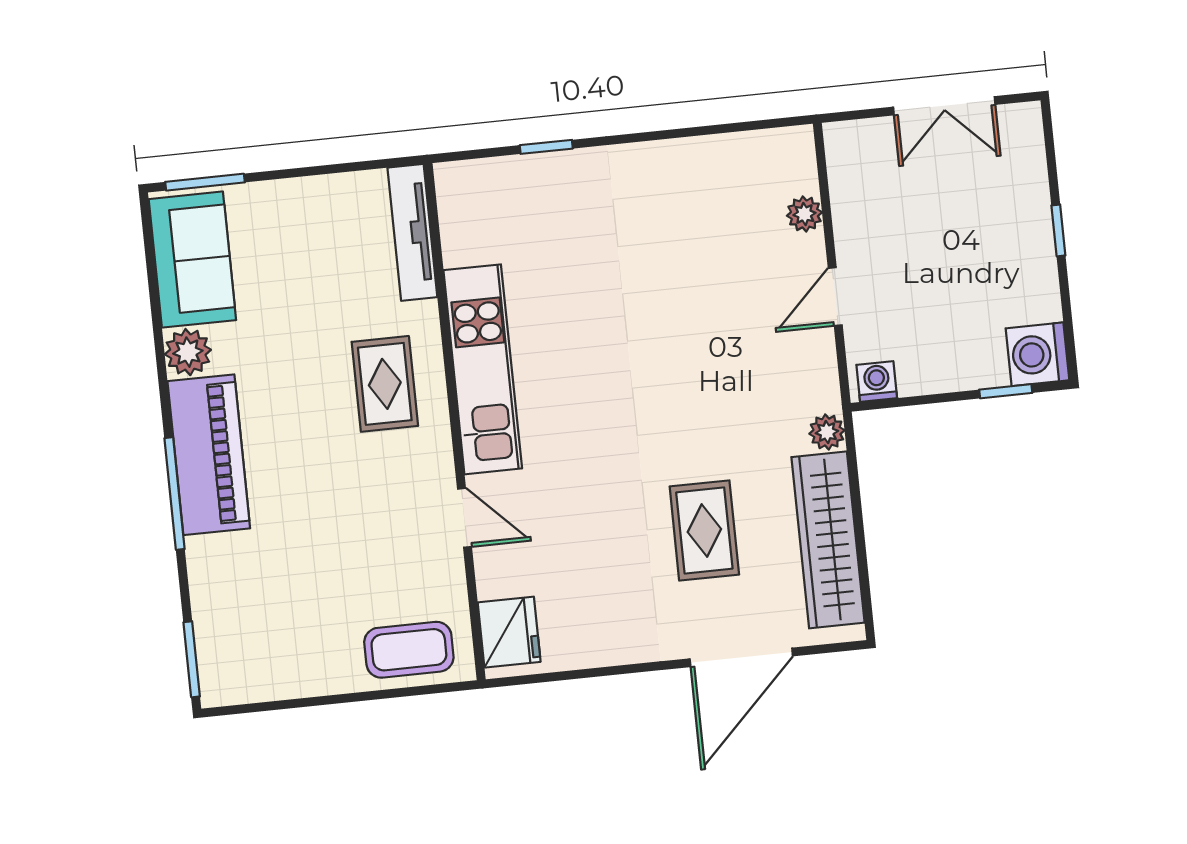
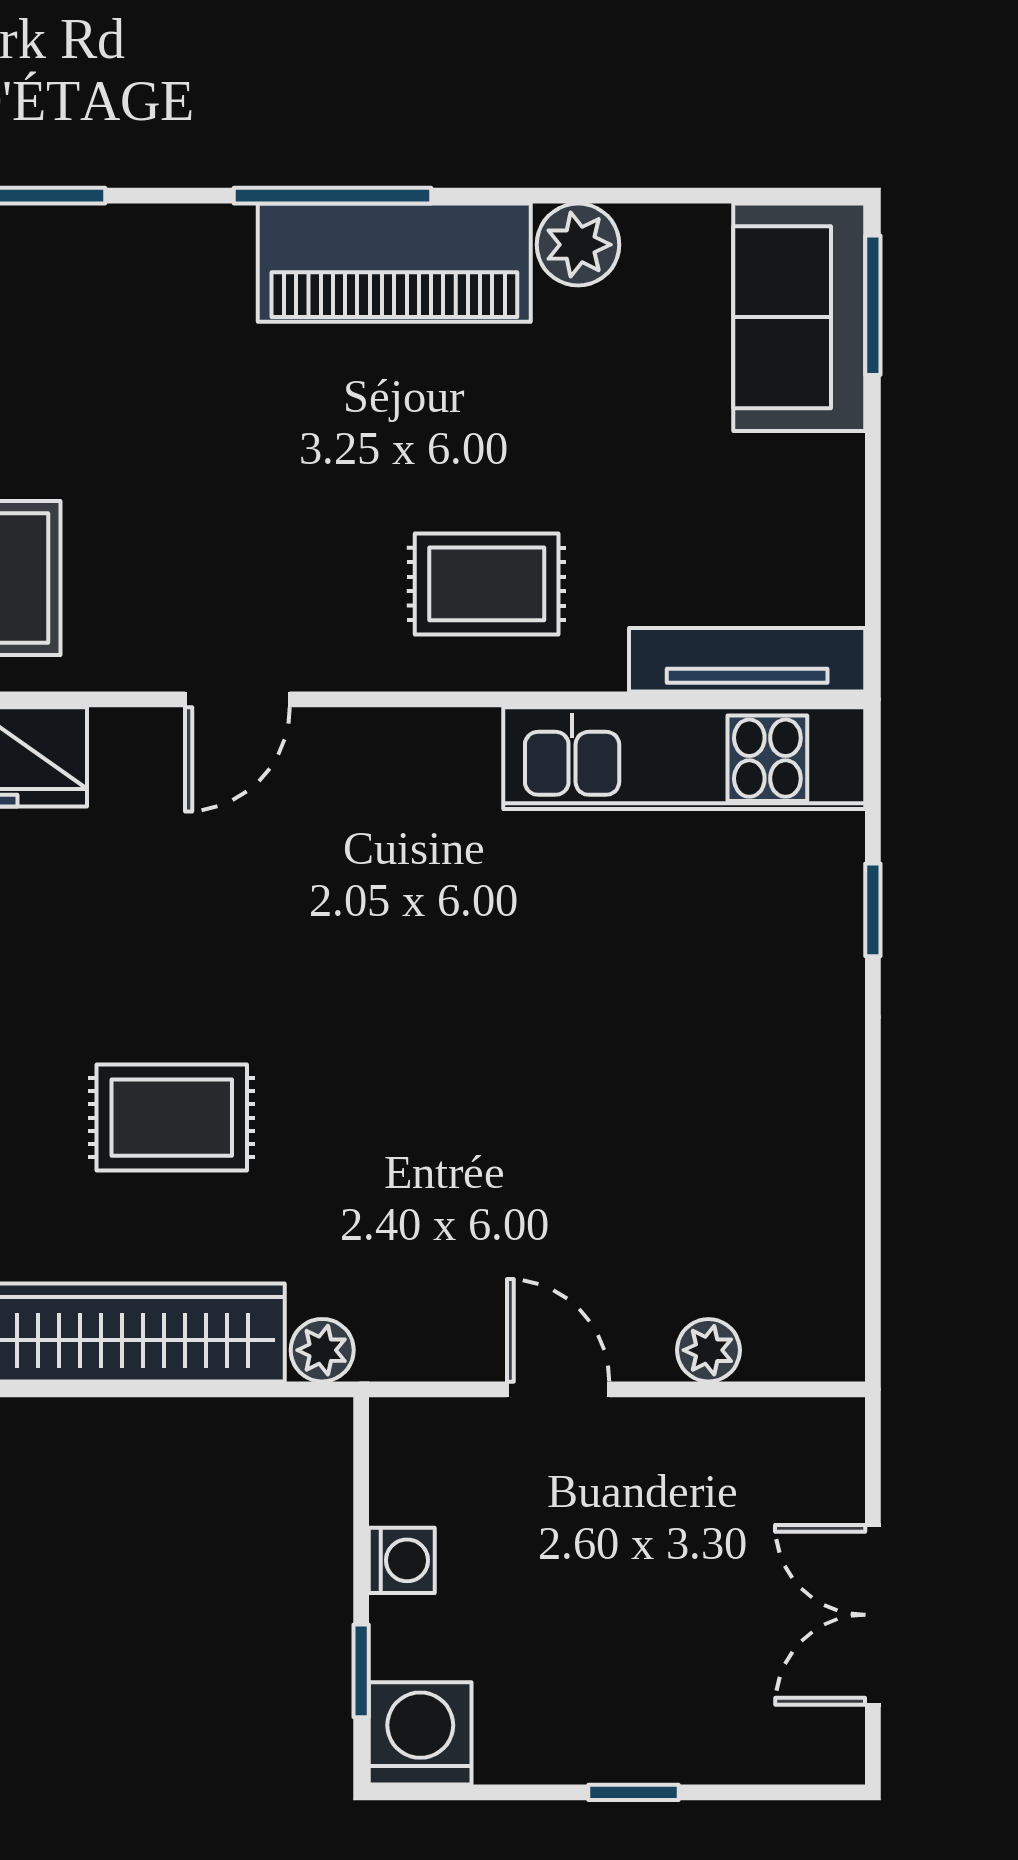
sofa: (192, 260) -> (799, 317), moved, turned 90
kitchen unit: (483, 369) -> (684, 758), moved
washing machine: (877, 381) -> (402, 1560), moved

